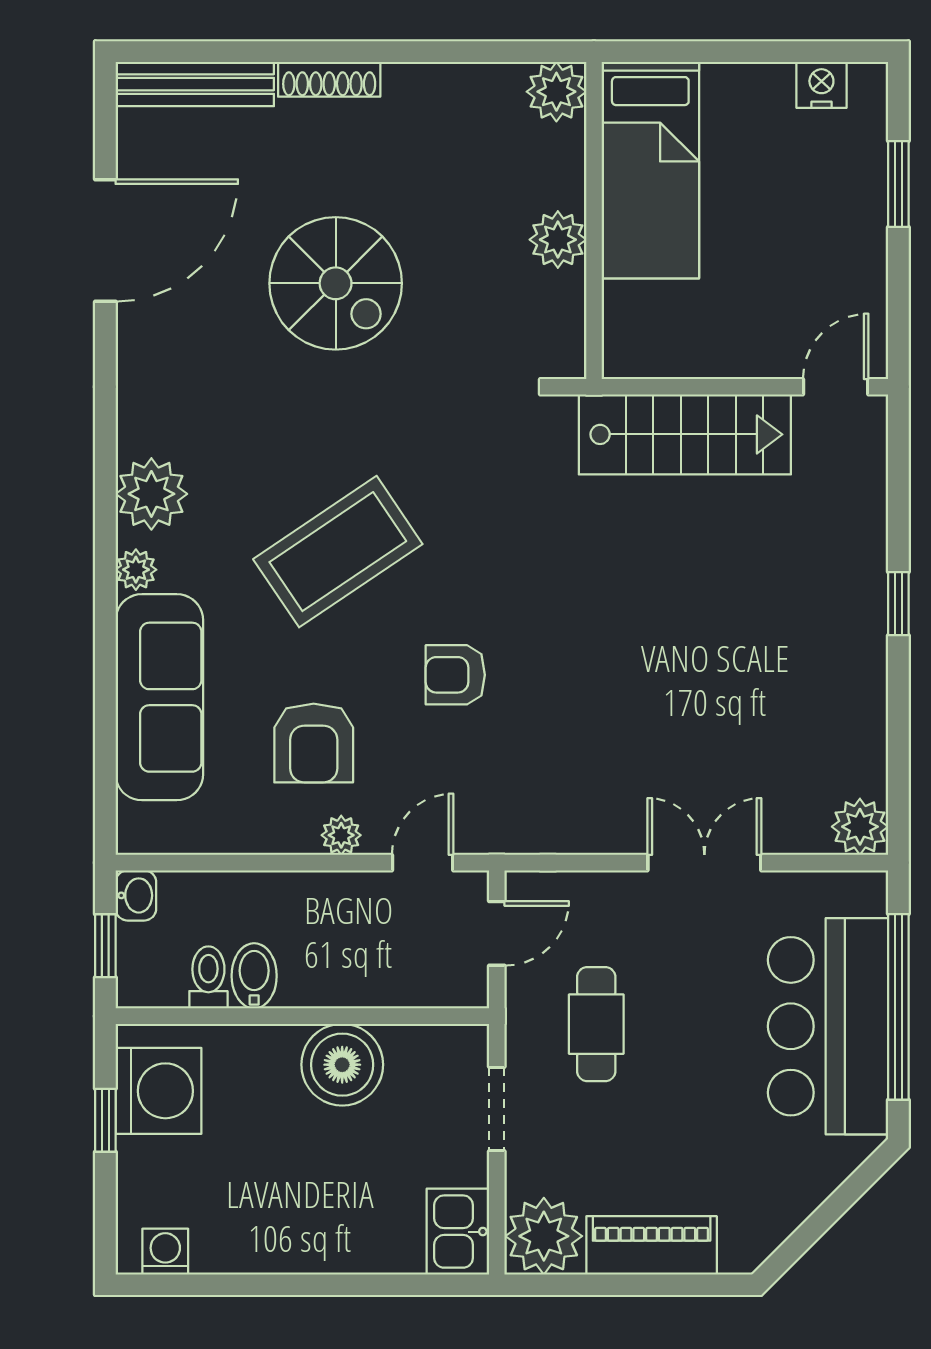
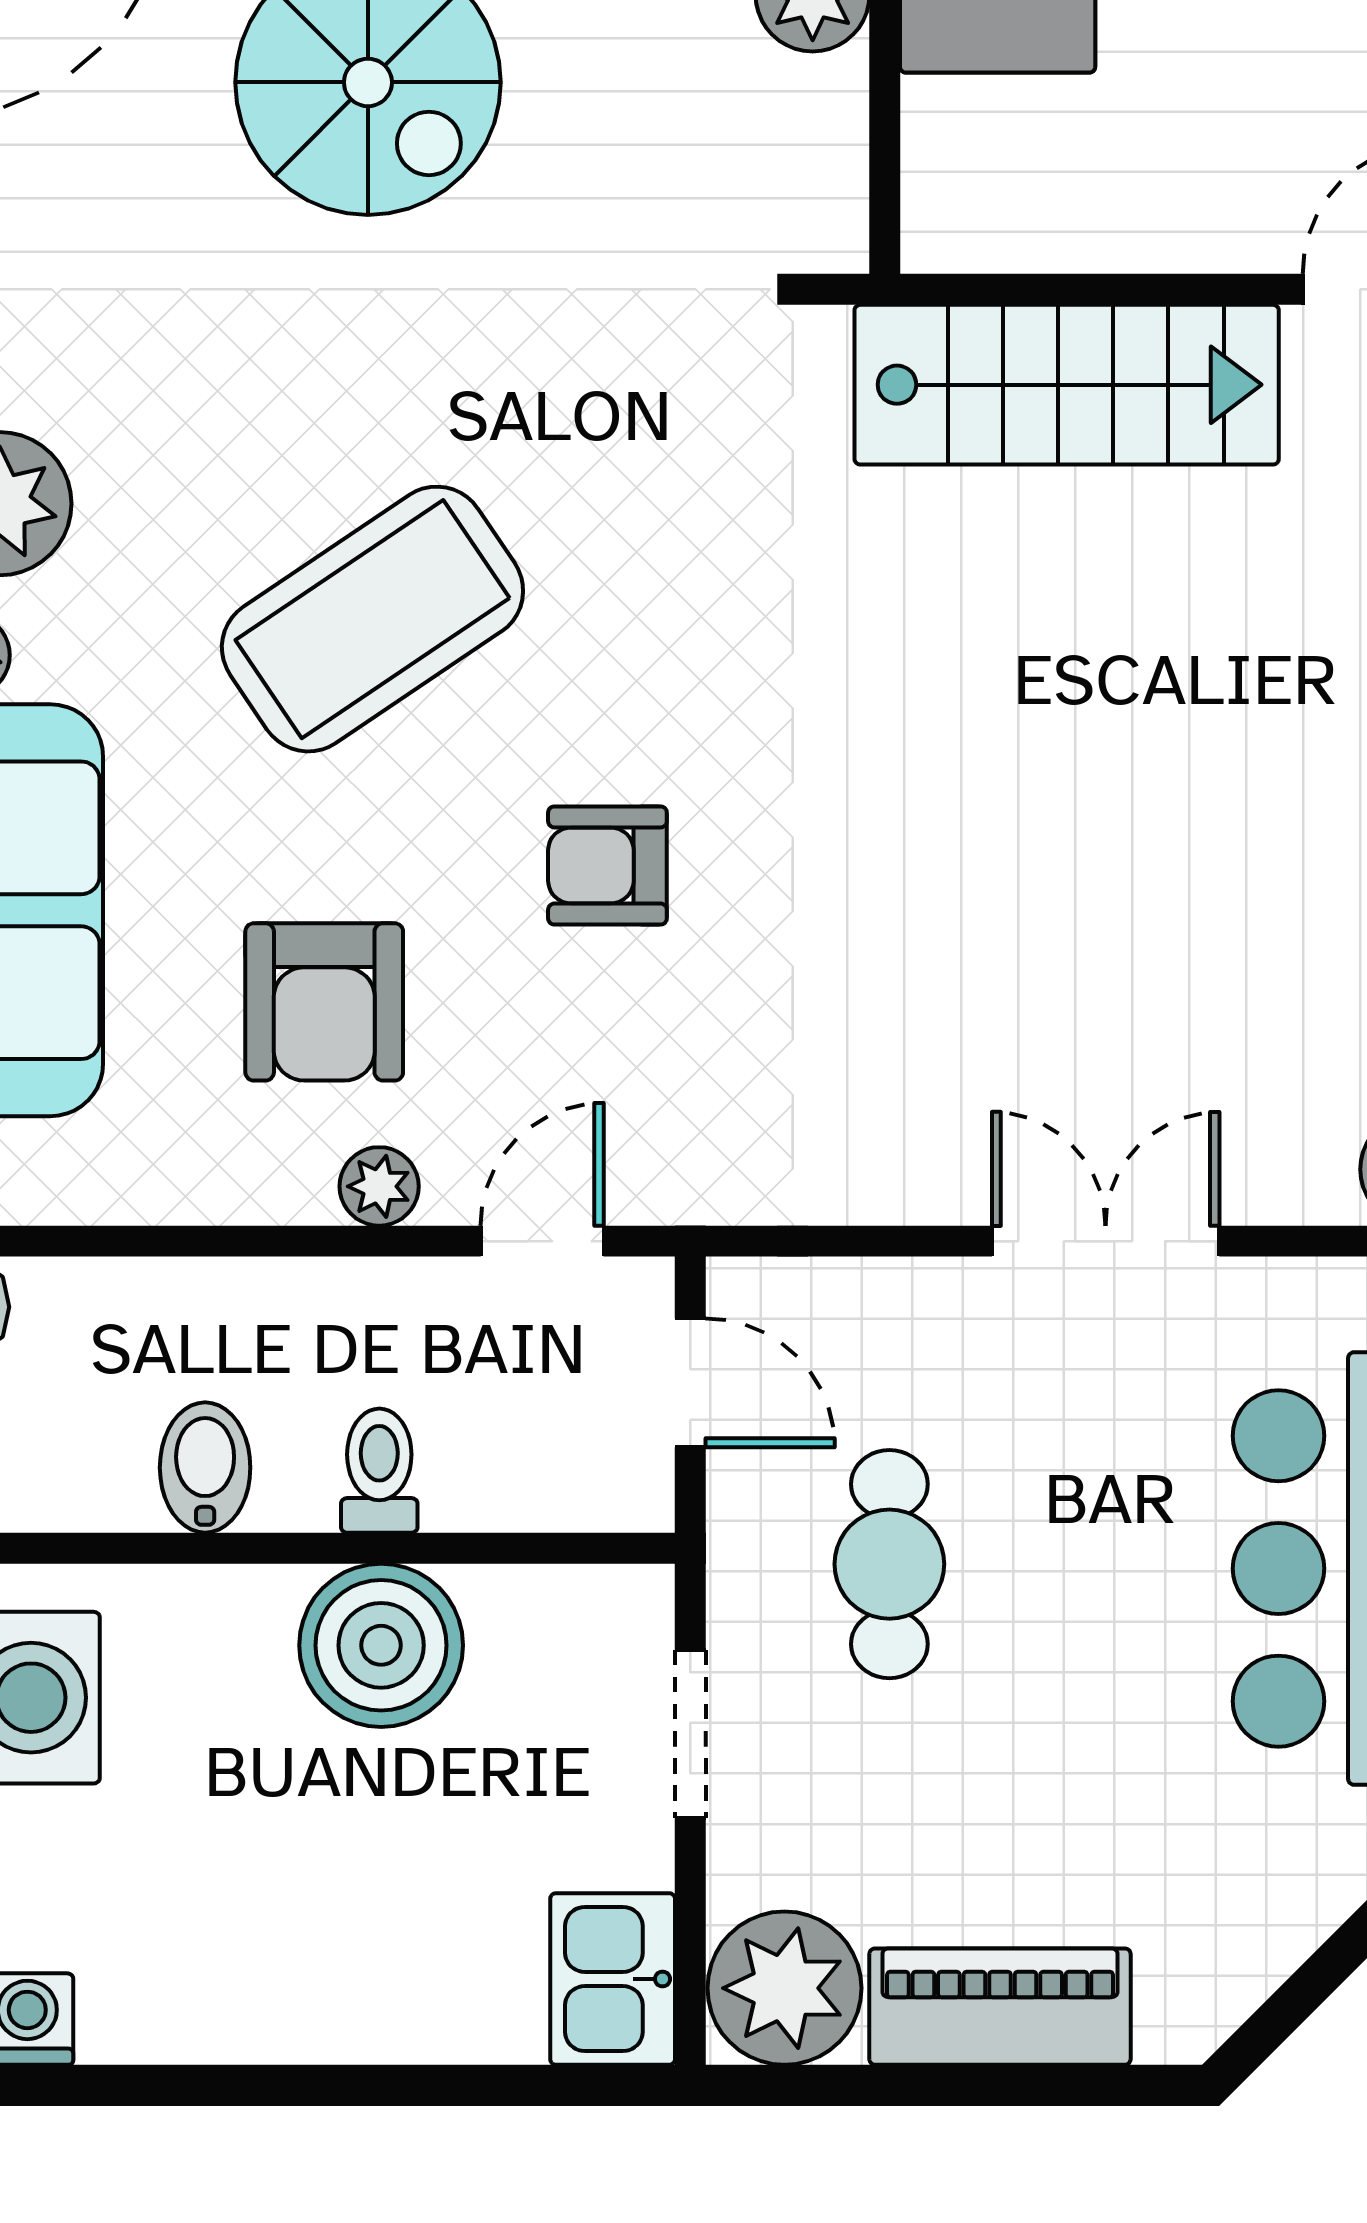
door: (497, 933) -> (690, 1383), hinge flipped
toilet: (208, 977) -> (379, 1471), moved

